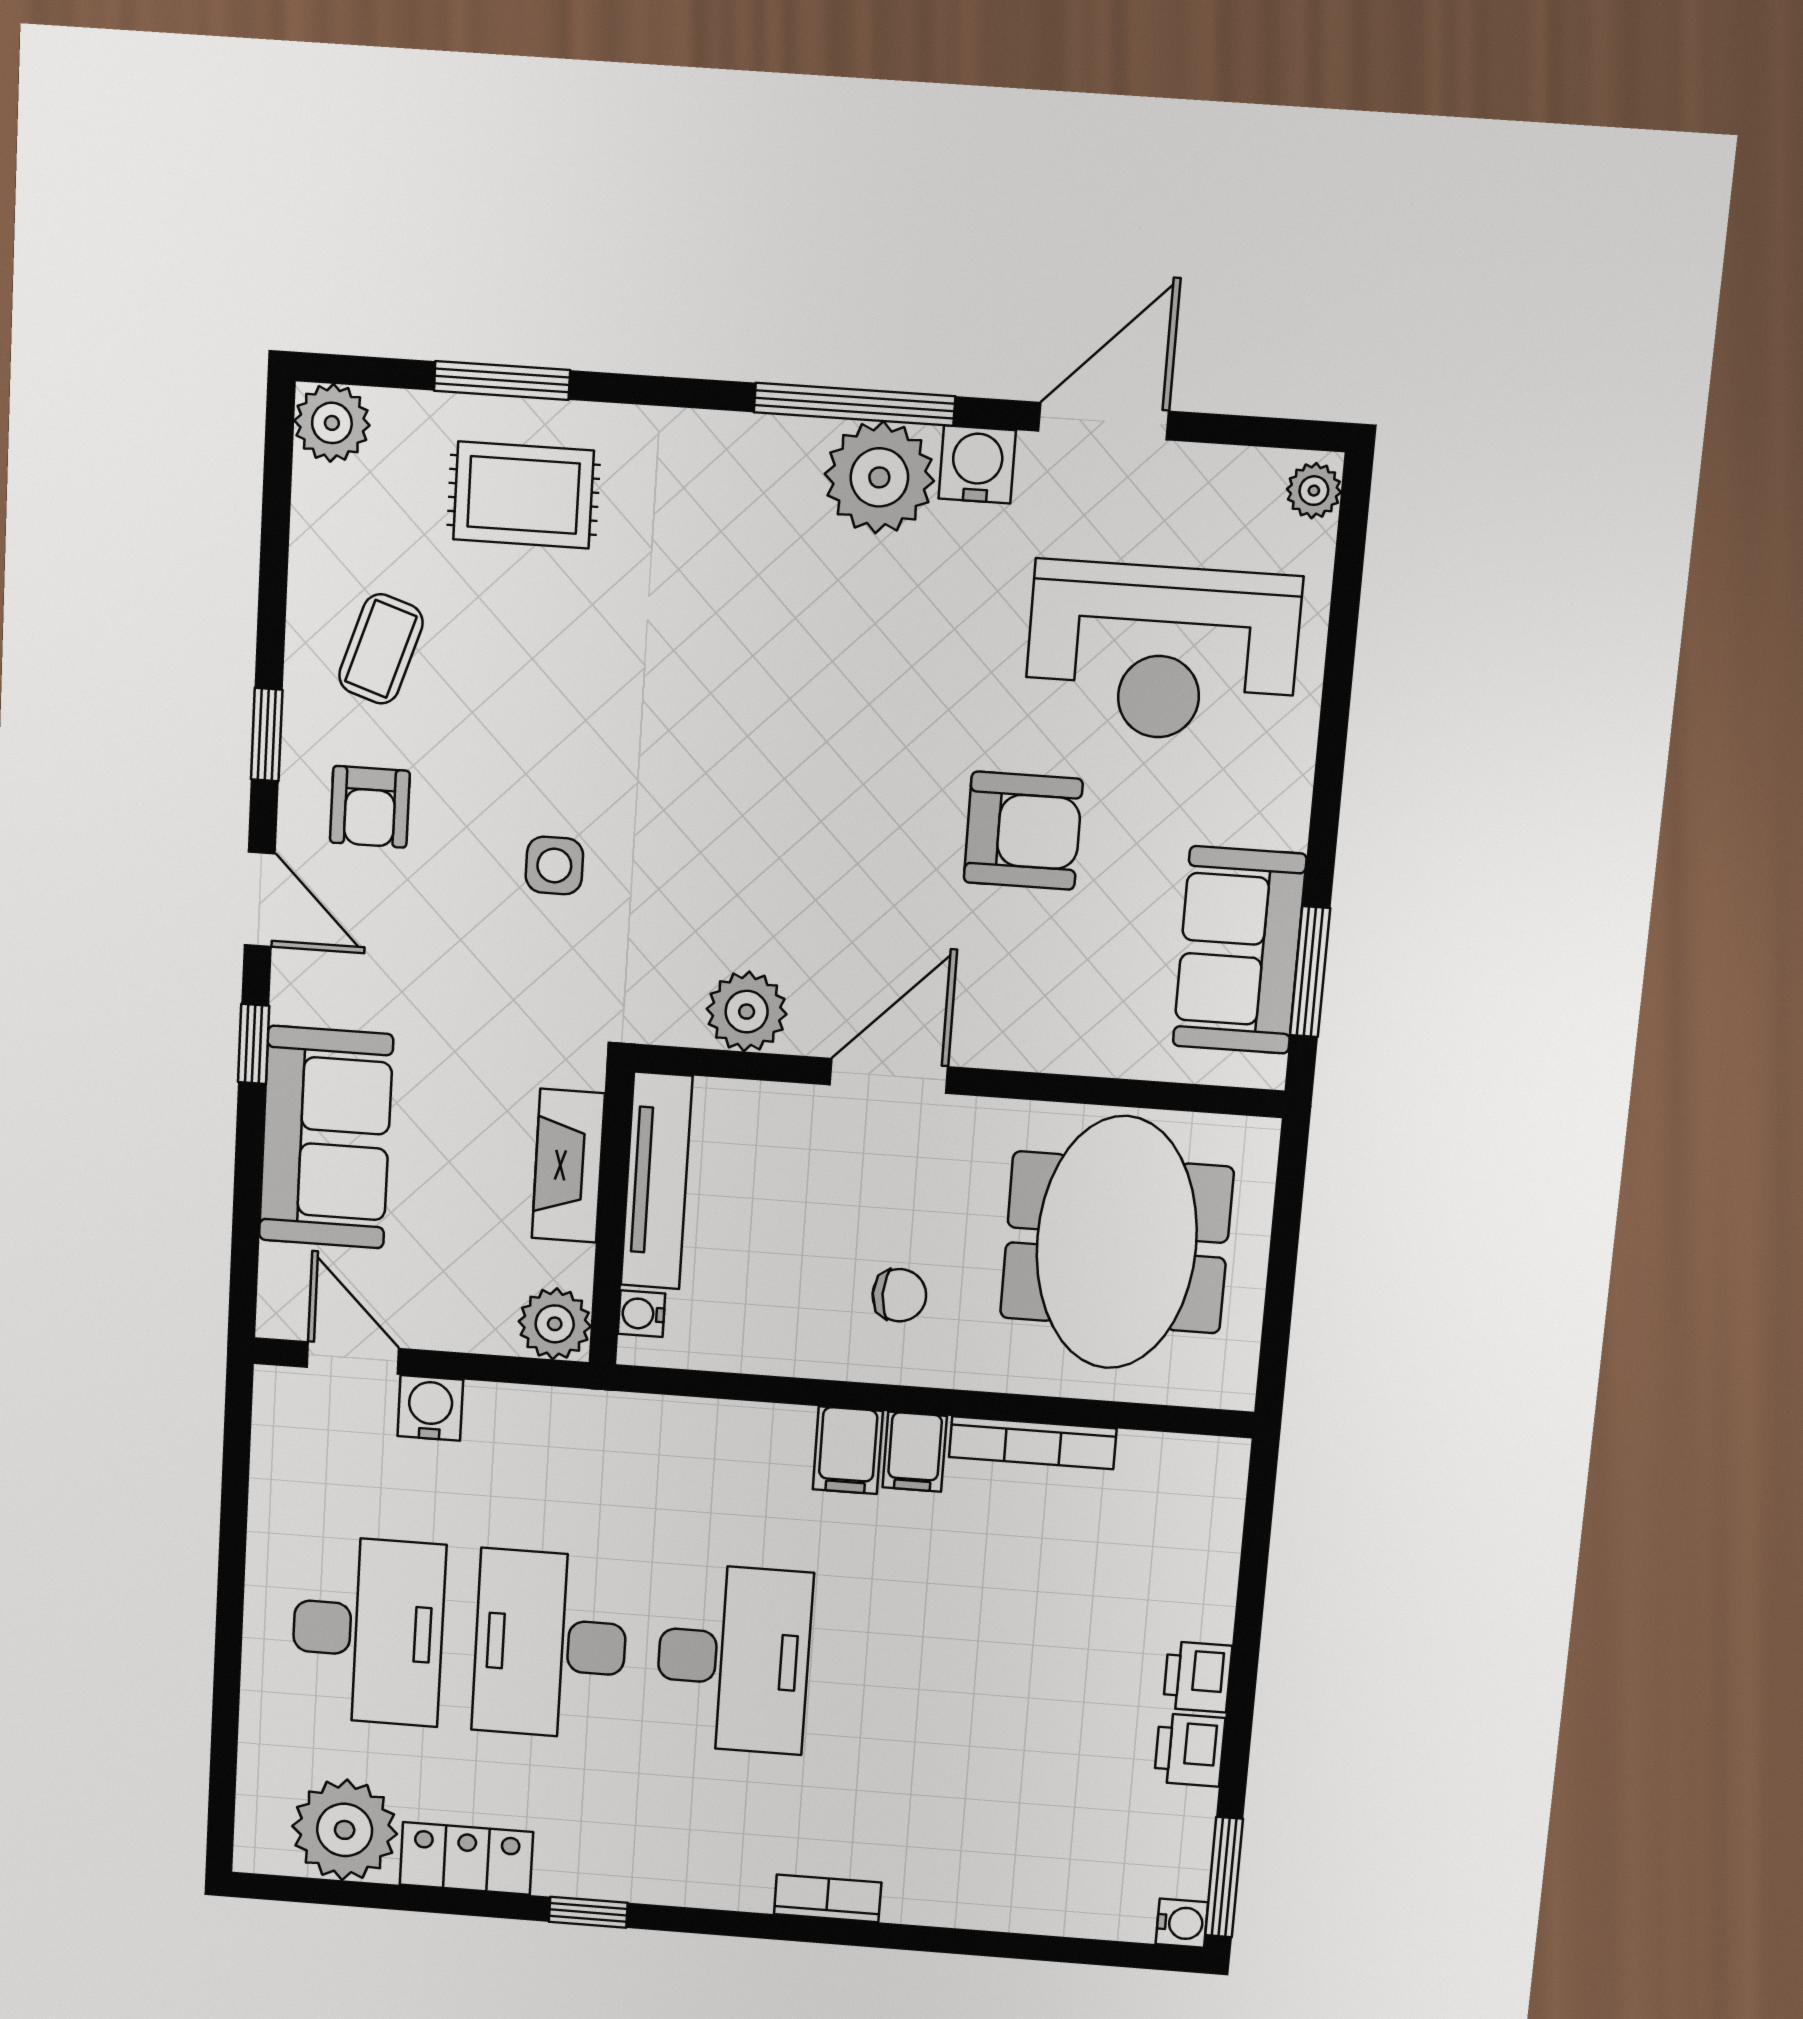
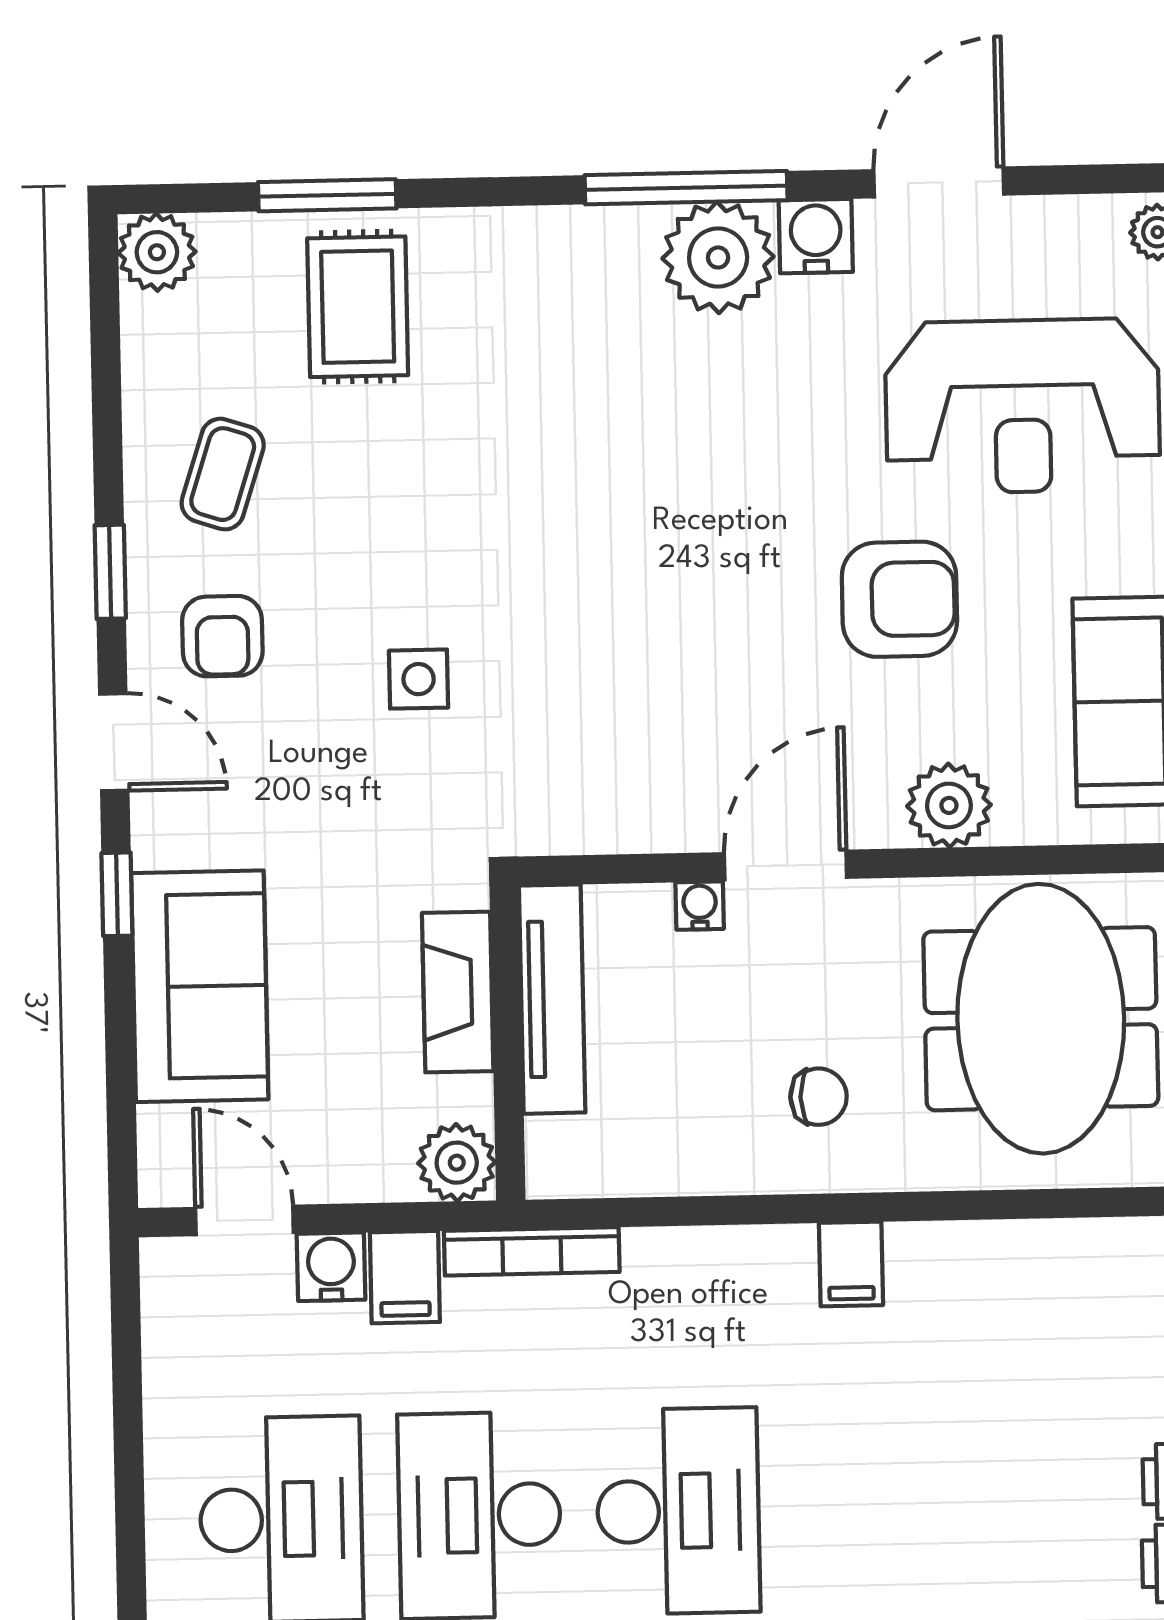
rug: (523, 495) -> (358, 307), turned 90
plant: (747, 1012) -> (949, 805), moved
water cooler: (641, 1314) -> (700, 906), moved, turned 90
bookcase: (1033, 1443) -> (532, 1251), moved
filing cabinet: (848, 1450) -> (405, 1277), moved

